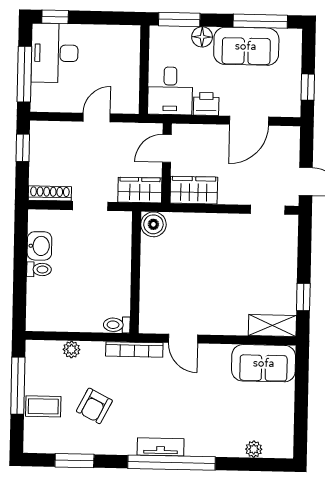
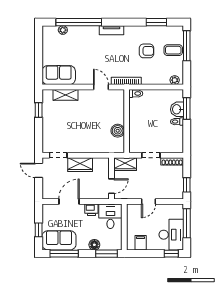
filing cabinet: (114, 39) -> (141, 243), added
sofa: (246, 46) -> (59, 240), moved
window: (308, 87) -> (39, 230), moved
wardrobe: (194, 190) -> (80, 165), moved
boiler: (153, 224) -> (118, 131), moved
washbasin: (39, 246) -> (177, 109), moved
window: (20, 294) -> (187, 108), added
shelving: (272, 325) -> (66, 95), moved
plant: (71, 349) -> (175, 80), moved
window: (18, 386) -> (187, 46), moved
armchair: (94, 406) -> (147, 51), turned 63
window: (171, 463) -> (79, 22), moved

